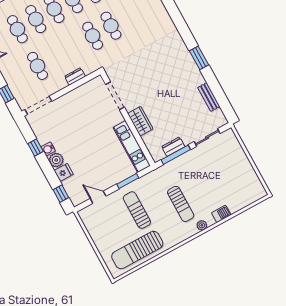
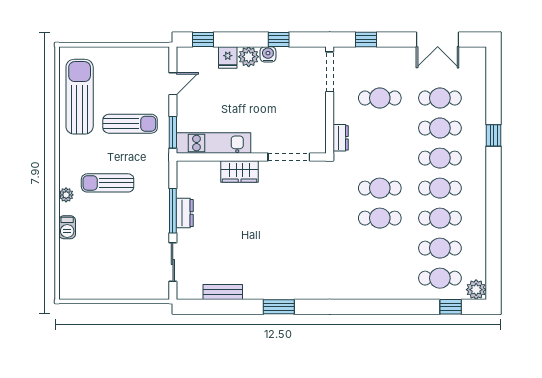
doorway: (115, 96) -> (289, 157), moved
wall: (128, 119) -> (251, 157), moved
wardrobe: (140, 121) -> (240, 171), moved
kitchen unit: (132, 147) -> (214, 143), moved

